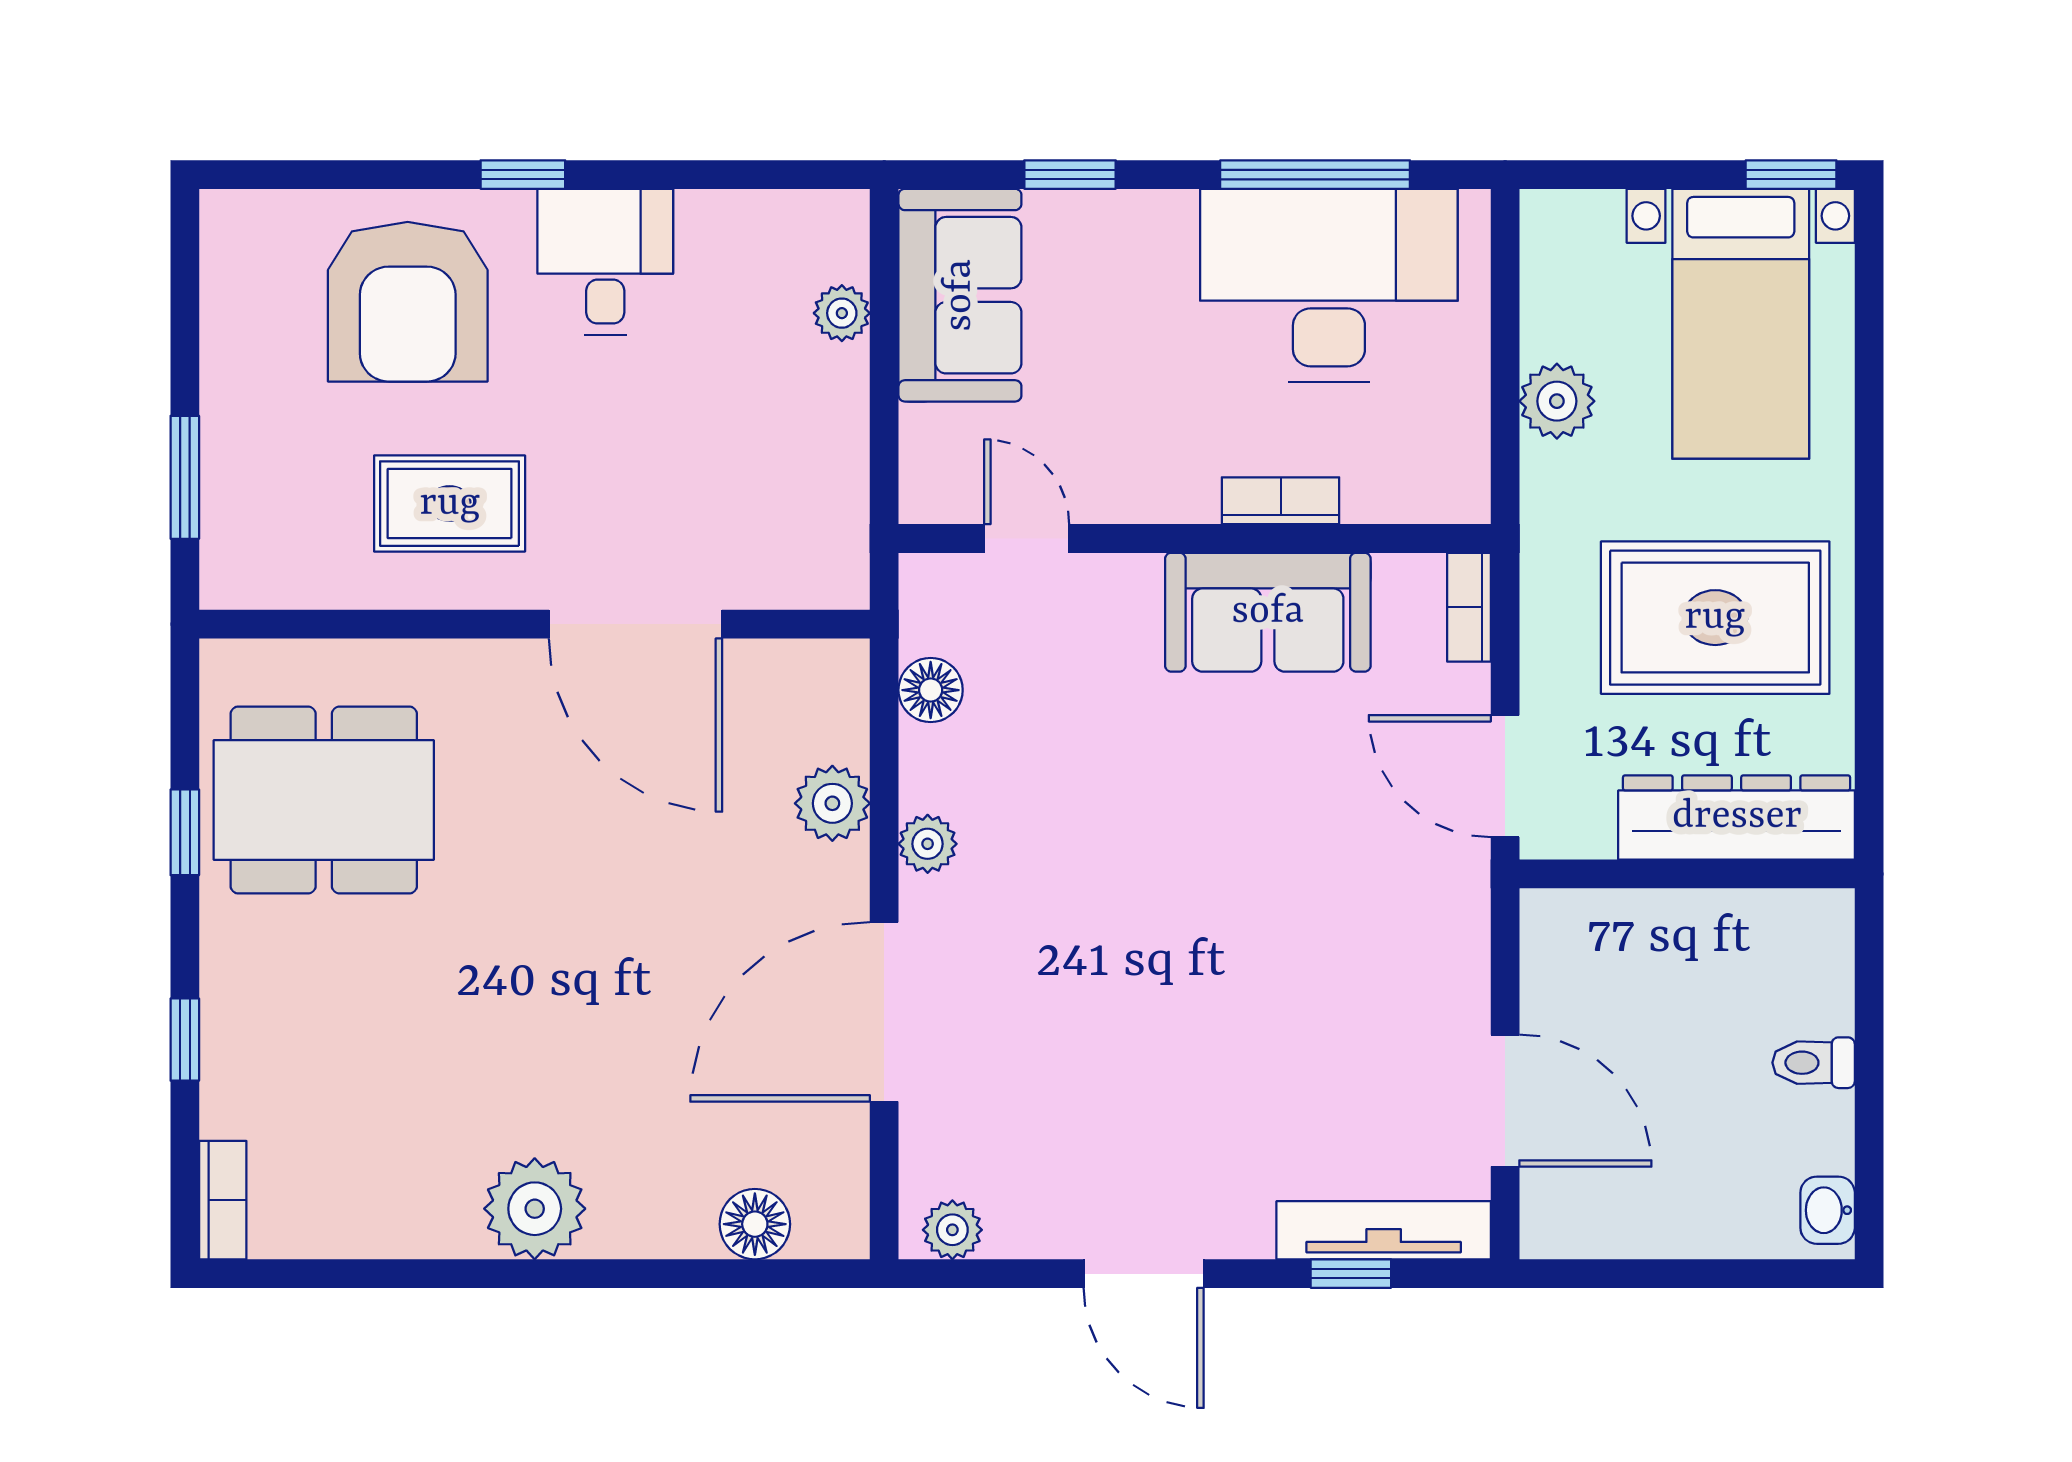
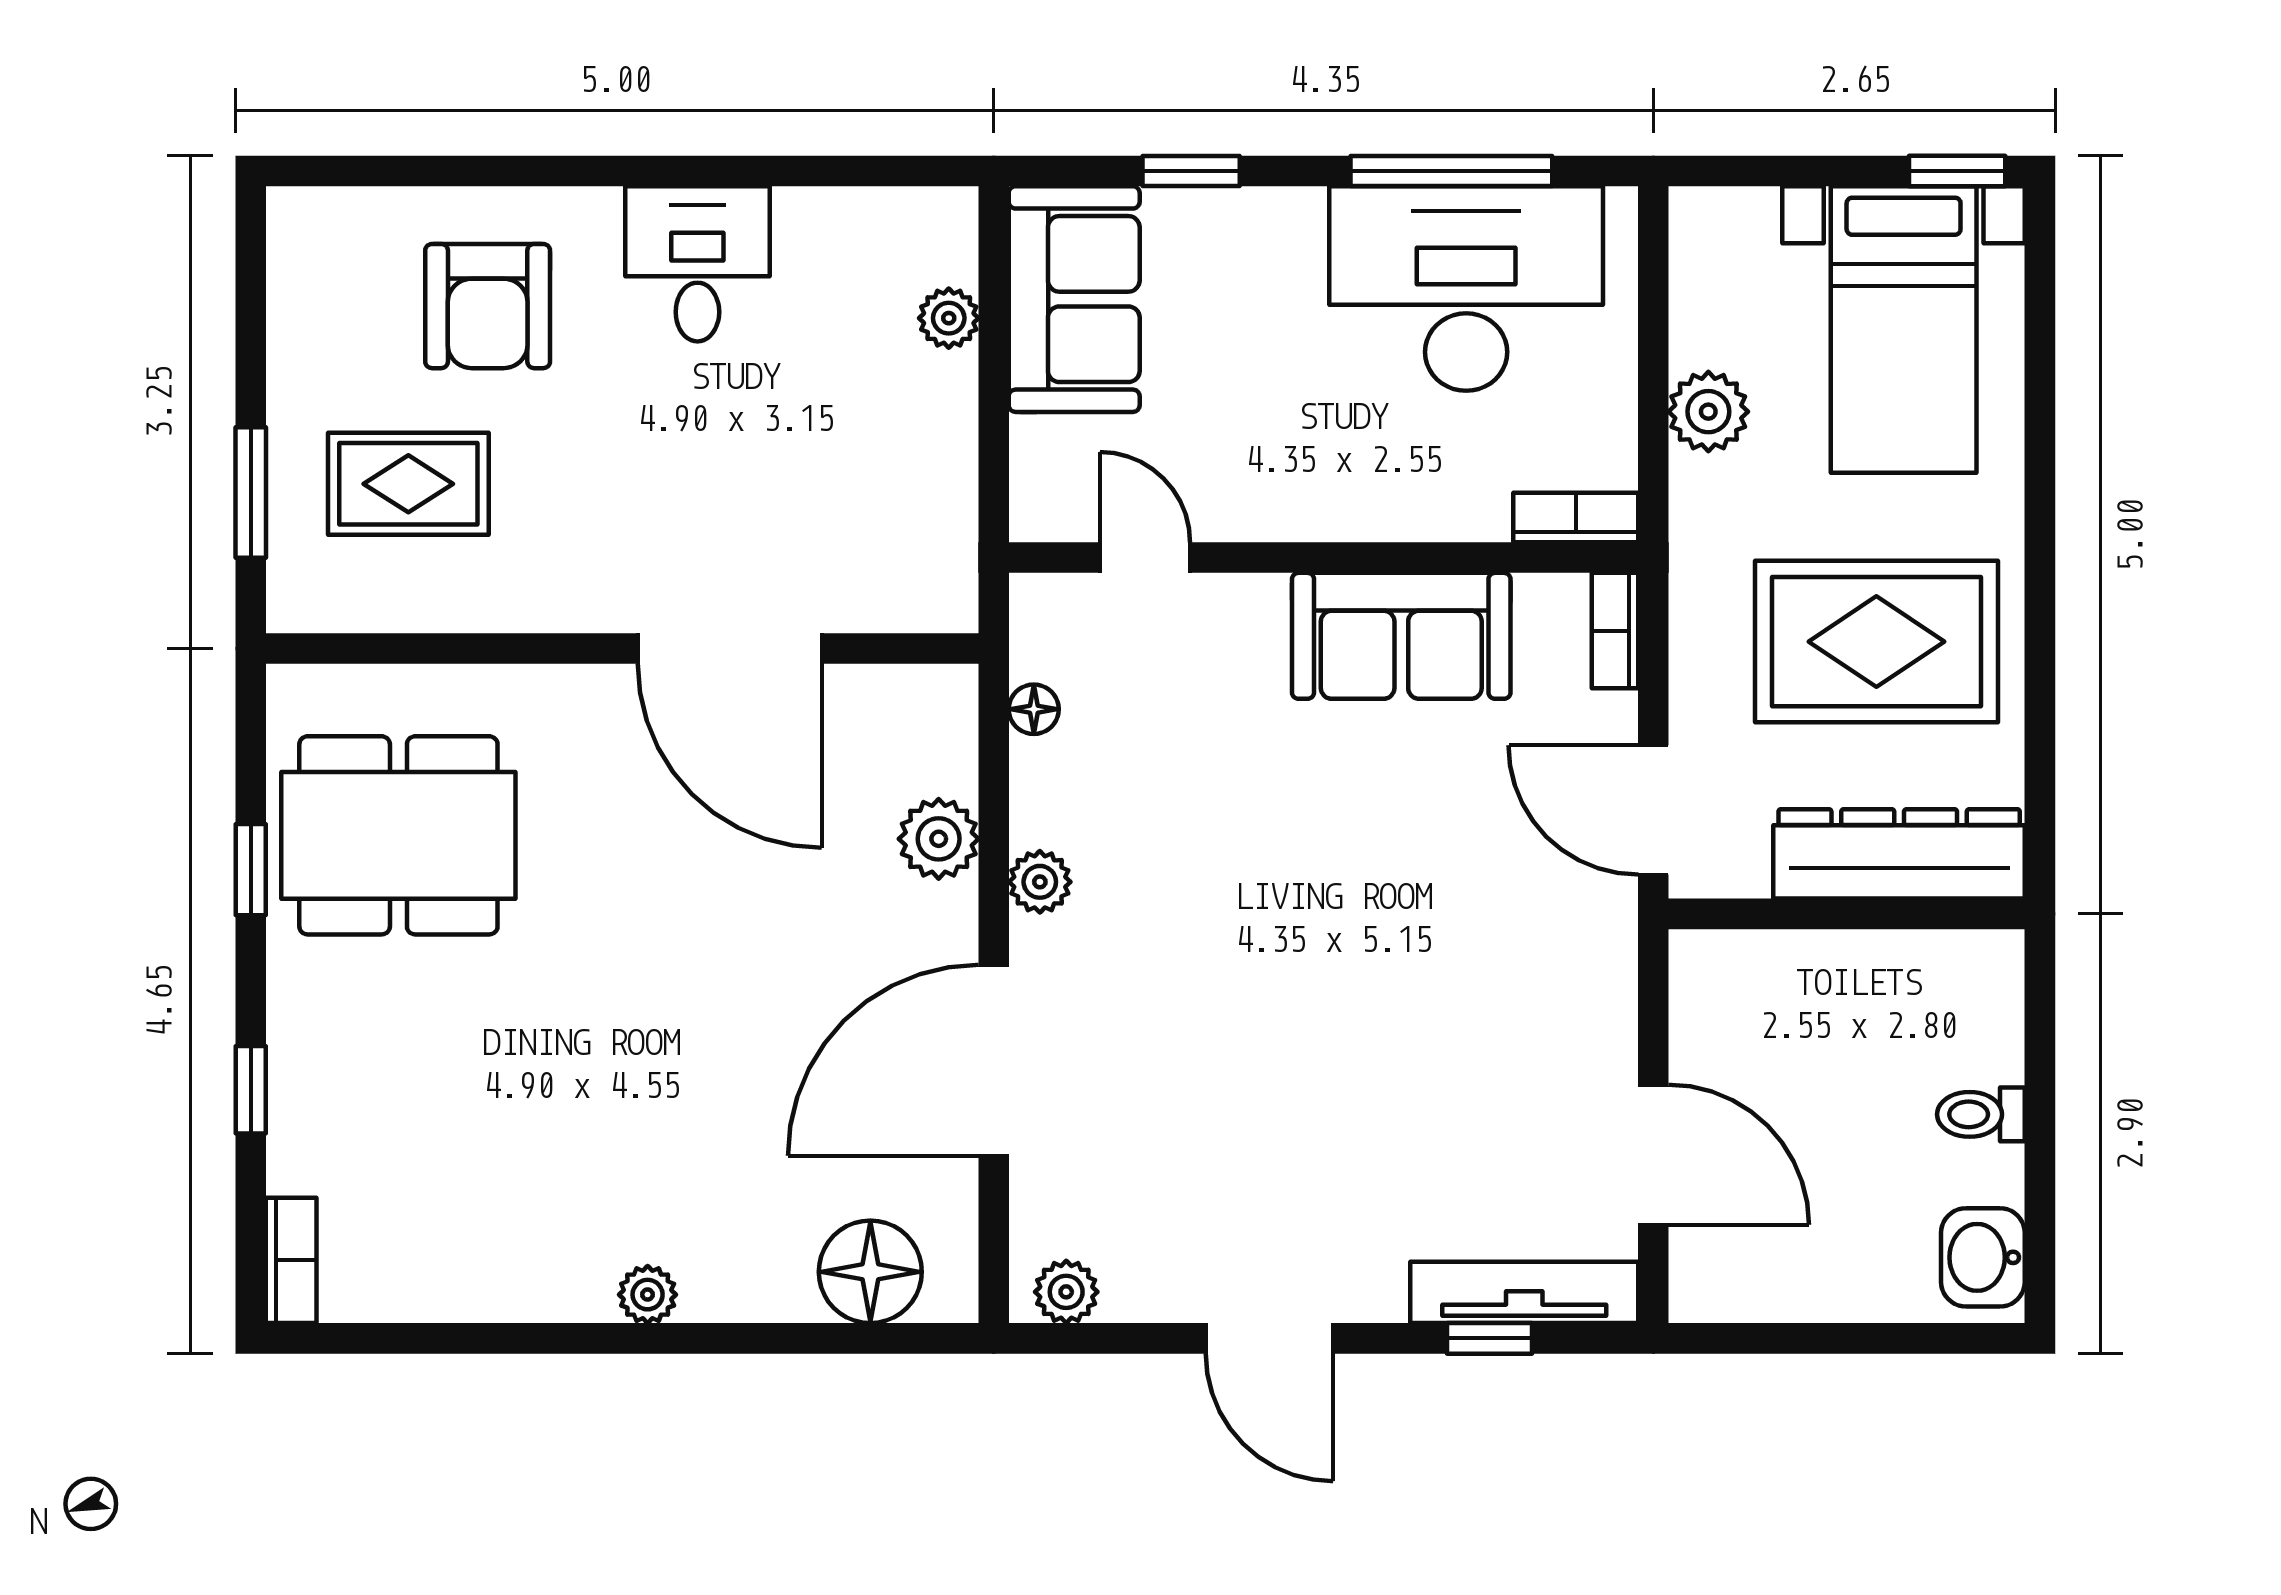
window: (523, 175) -> (610, 171), removed
armchair: (408, 302) -> (488, 306), width x0.73, depth x0.73
bookcase: (1281, 501) -> (1576, 517), moved
rug: (450, 504) -> (408, 484), moved
floor lamp: (931, 690) -> (1034, 709), width x0.73, depth x0.73
plant: (535, 1209) -> (648, 1295), width x0.53, depth x0.53
washbasin: (1828, 1210) -> (1983, 1257), width x1.38, depth x1.45
floor lamp: (755, 1224) -> (870, 1272), width x1.38, depth x1.38

